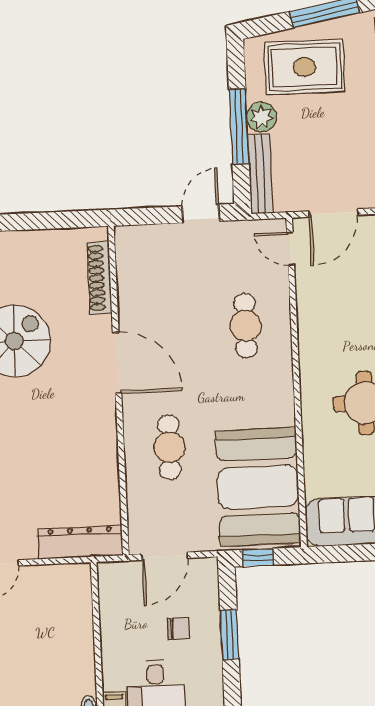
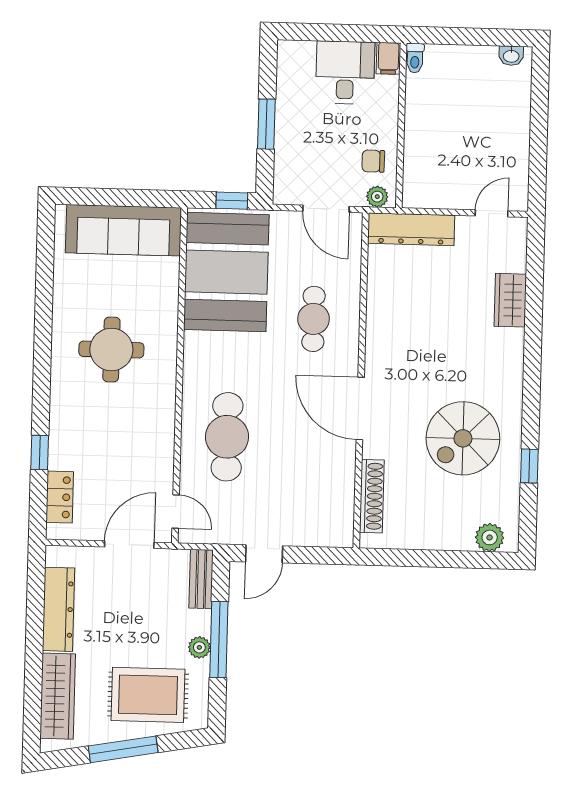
plant: (262, 117) -> (199, 647), width x0.73, depth x0.73
bench: (260, 174) -> (201, 579), width x0.73
cafe table: (246, 326) -> (227, 437), width x1.37, depth x1.35
door: (165, 556) -> (326, 209), swing flipped
plant: (116, 572) -> (377, 197), added
chair: (178, 629) -> (373, 161), moved

